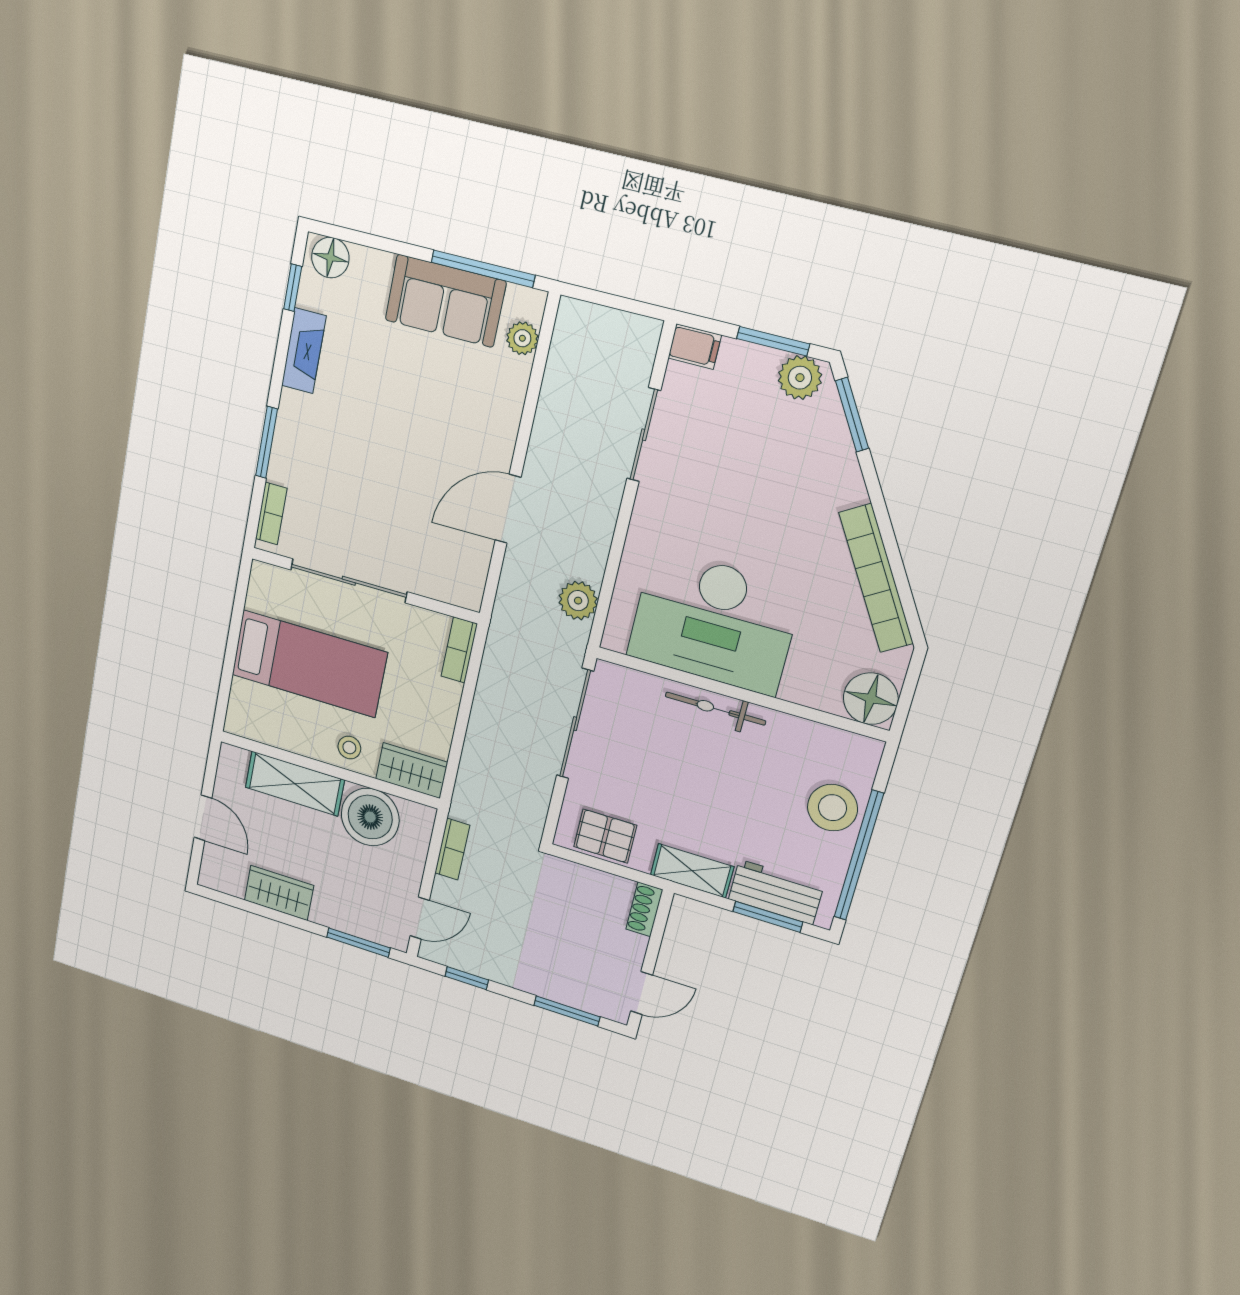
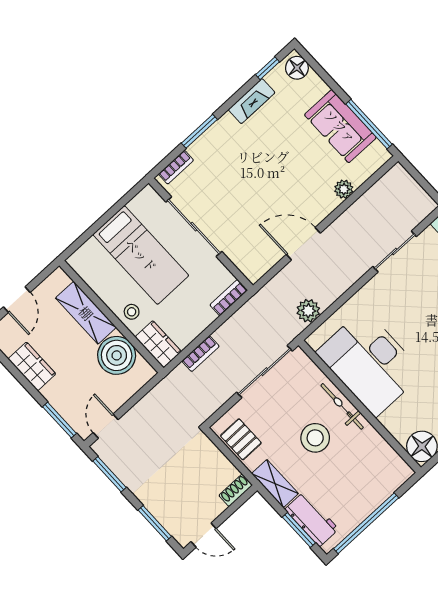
plant: (522, 338) -> (344, 189), moved
stool: (833, 808) -> (315, 438), moved
bookcase: (452, 849) -> (201, 354), moved
door: (420, 918) -> (106, 426), swing flipped
window: (467, 978) -> (110, 474), width x1.50

